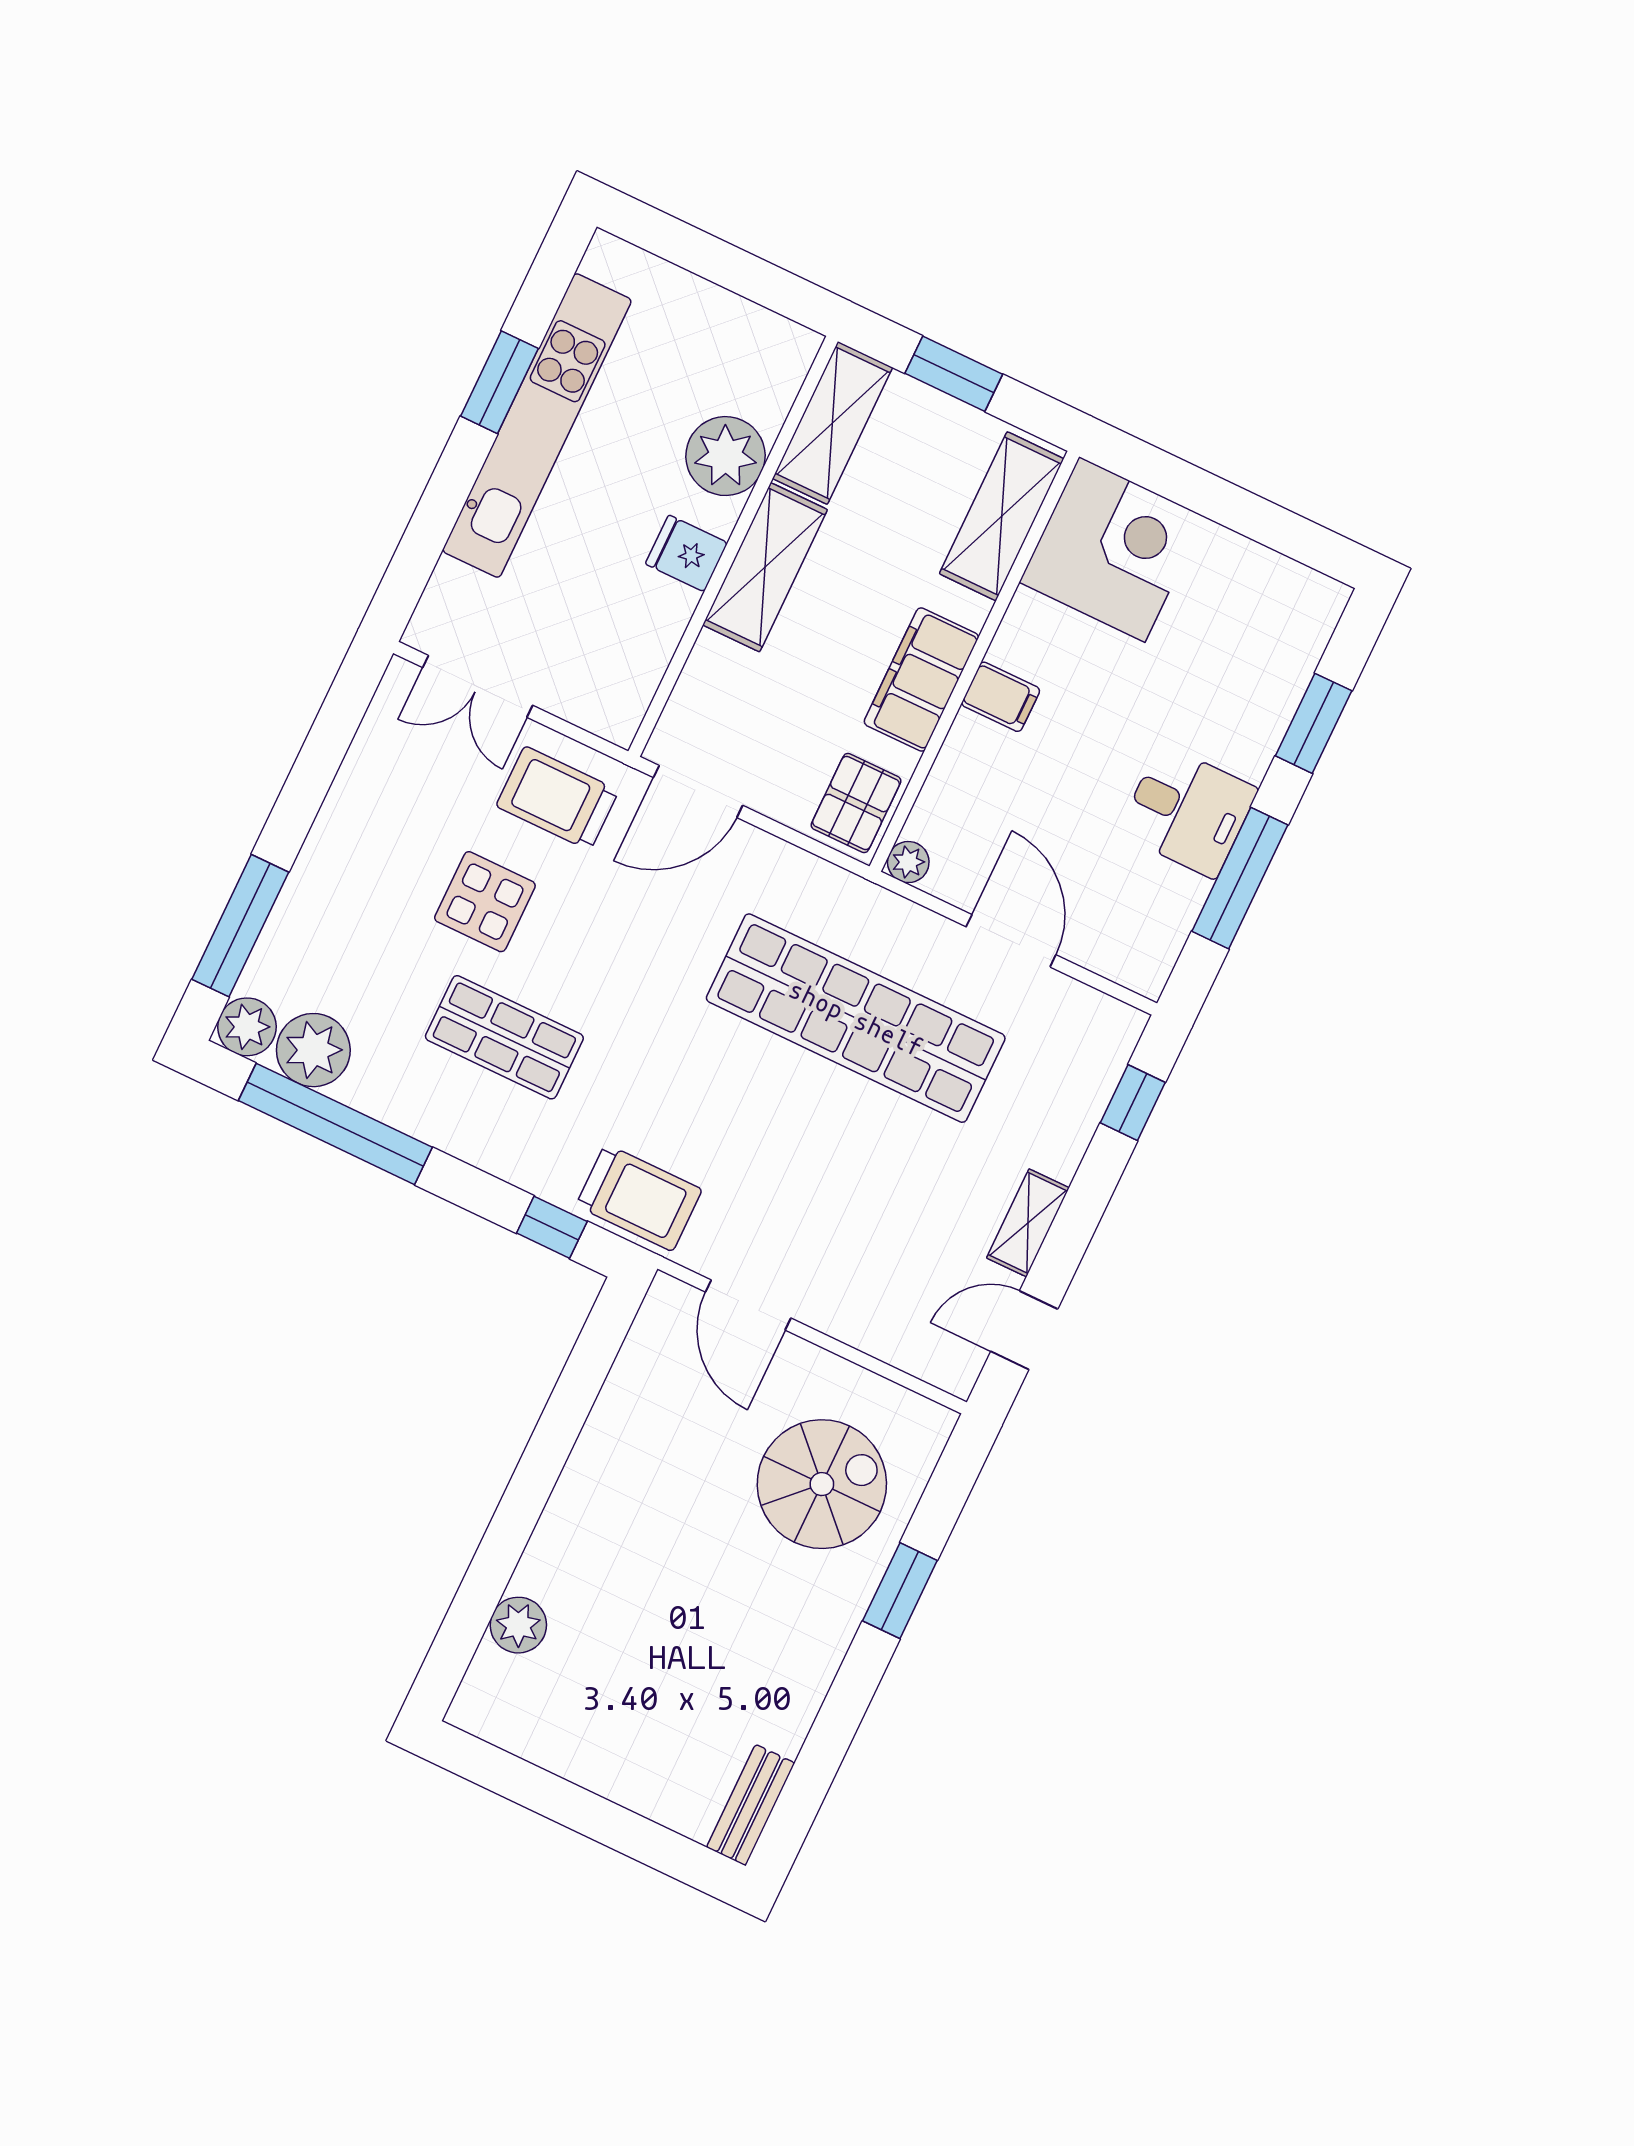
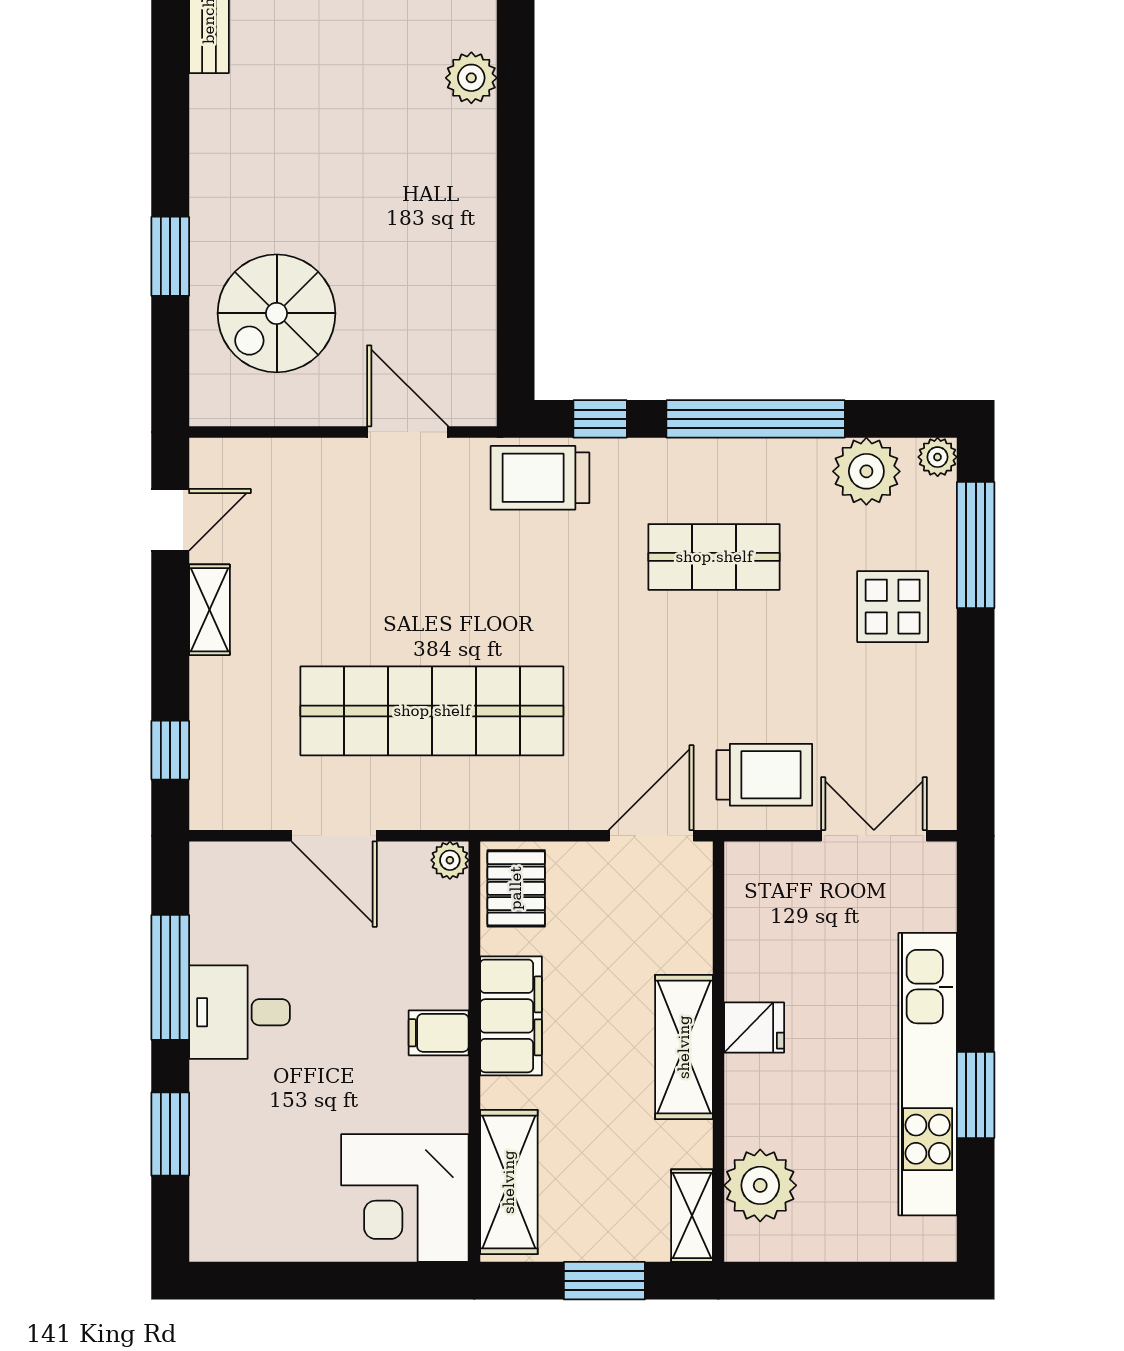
shelving: (832, 423) -> (692, 1216), width x0.67, depth x0.75
plant: (726, 456) -> (760, 1185), moved
display table: (485, 902) -> (893, 607), moved
plant: (247, 1027) -> (938, 457), width x0.73, depth x0.73
window: (335, 1124) -> (756, 419), moved

